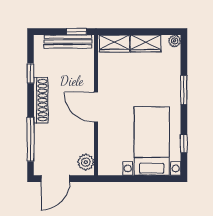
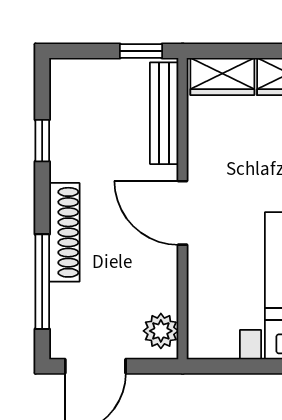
bench: (68, 42) -> (164, 113), moved, turned 90
shoe rack: (41, 100) -> (64, 232), moved

